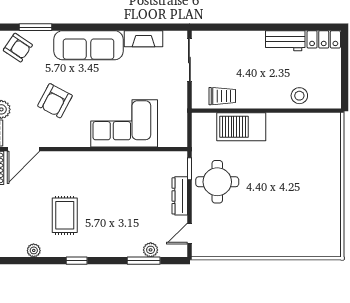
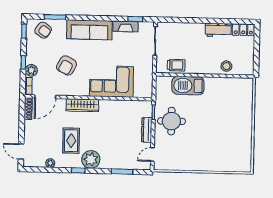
window: (158, 27) -> (135, 19), added
wardrobe: (81, 161) -> (82, 105), added
plant: (151, 250) -> (91, 159), moved, width x1.87, depth x1.87

